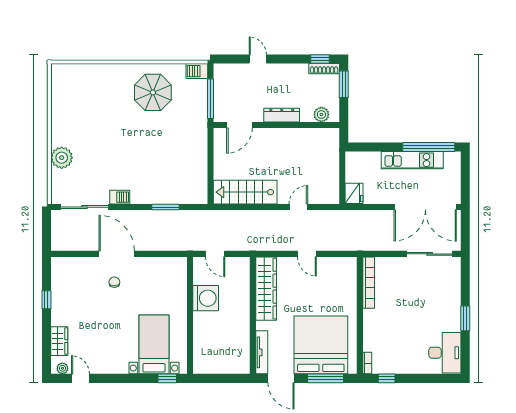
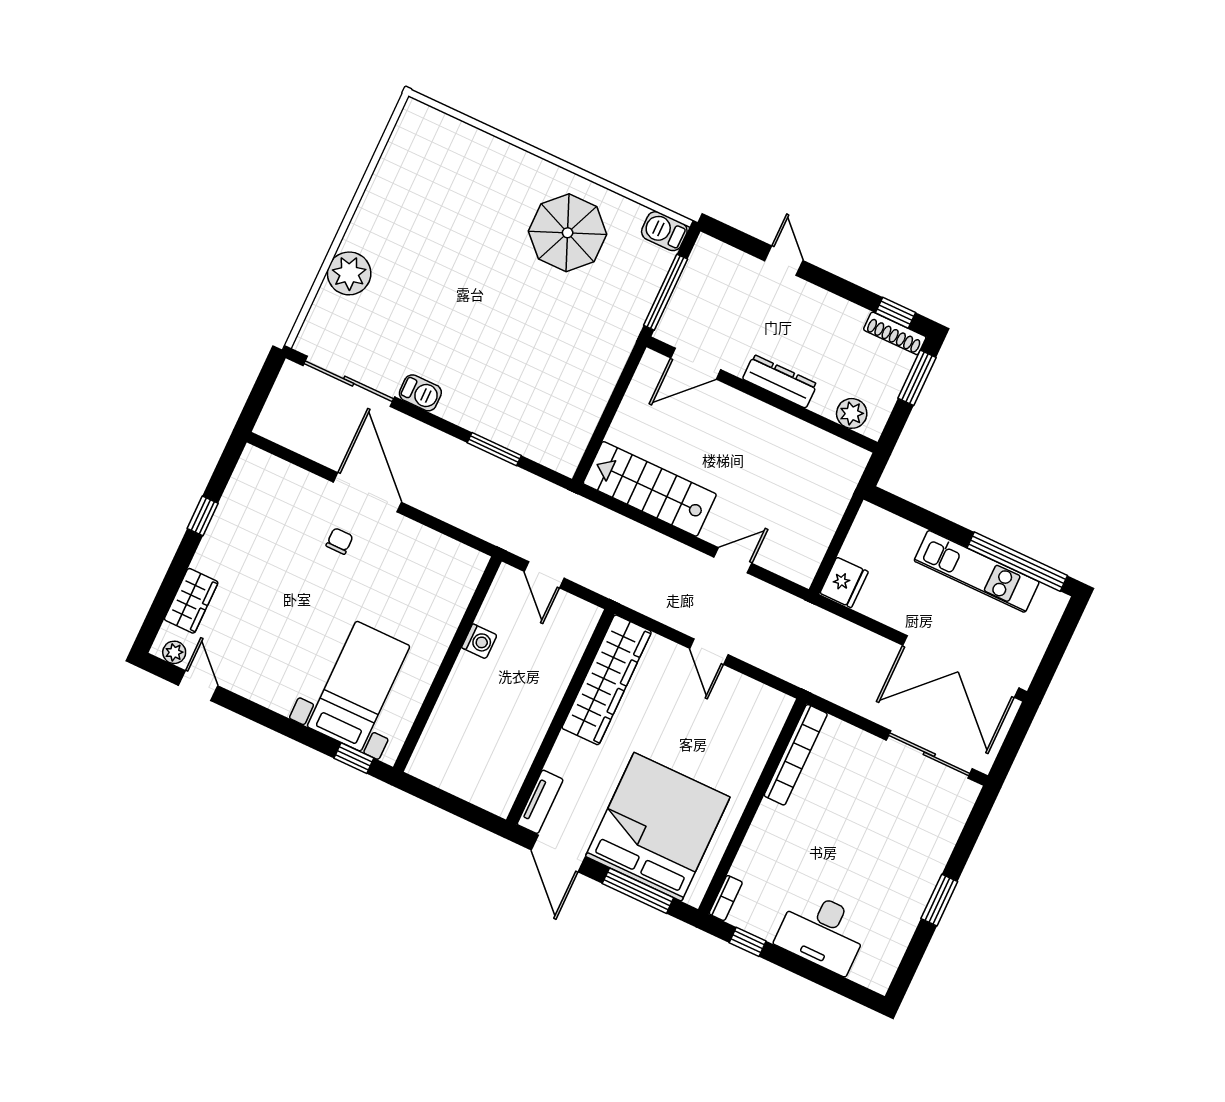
washing machine: (206, 298) -> (479, 641), width x0.53, depth x0.53
tv unit: (262, 352) -> (540, 802), width x0.71
desk: (445, 353) -> (822, 932), moved, turned 90

